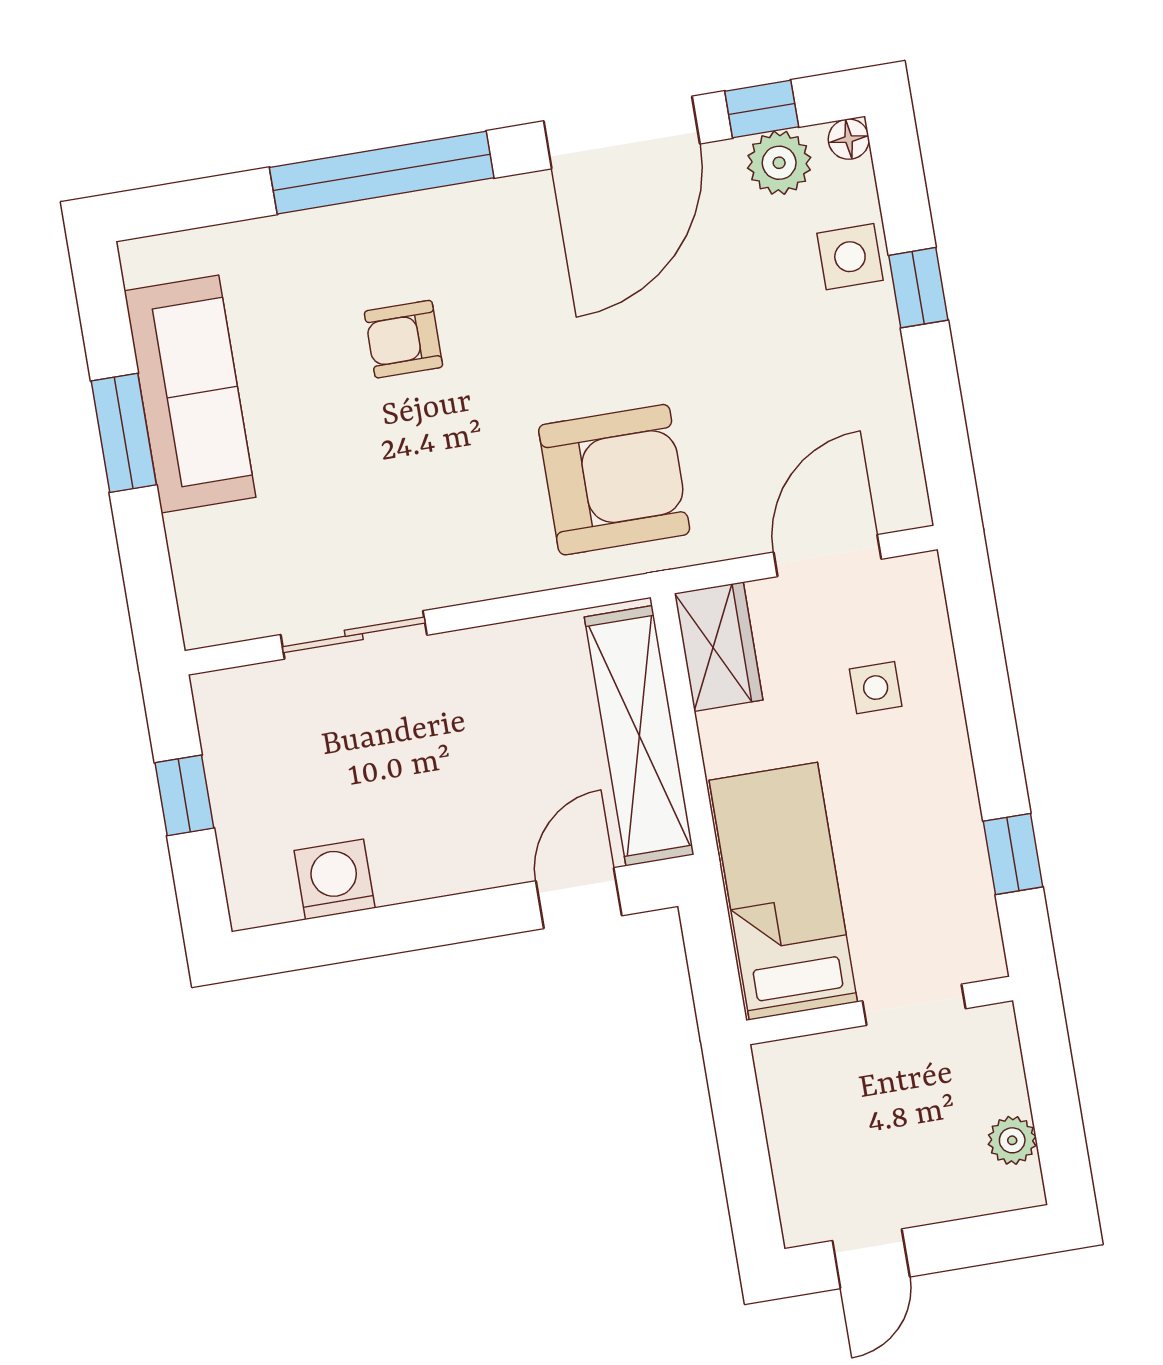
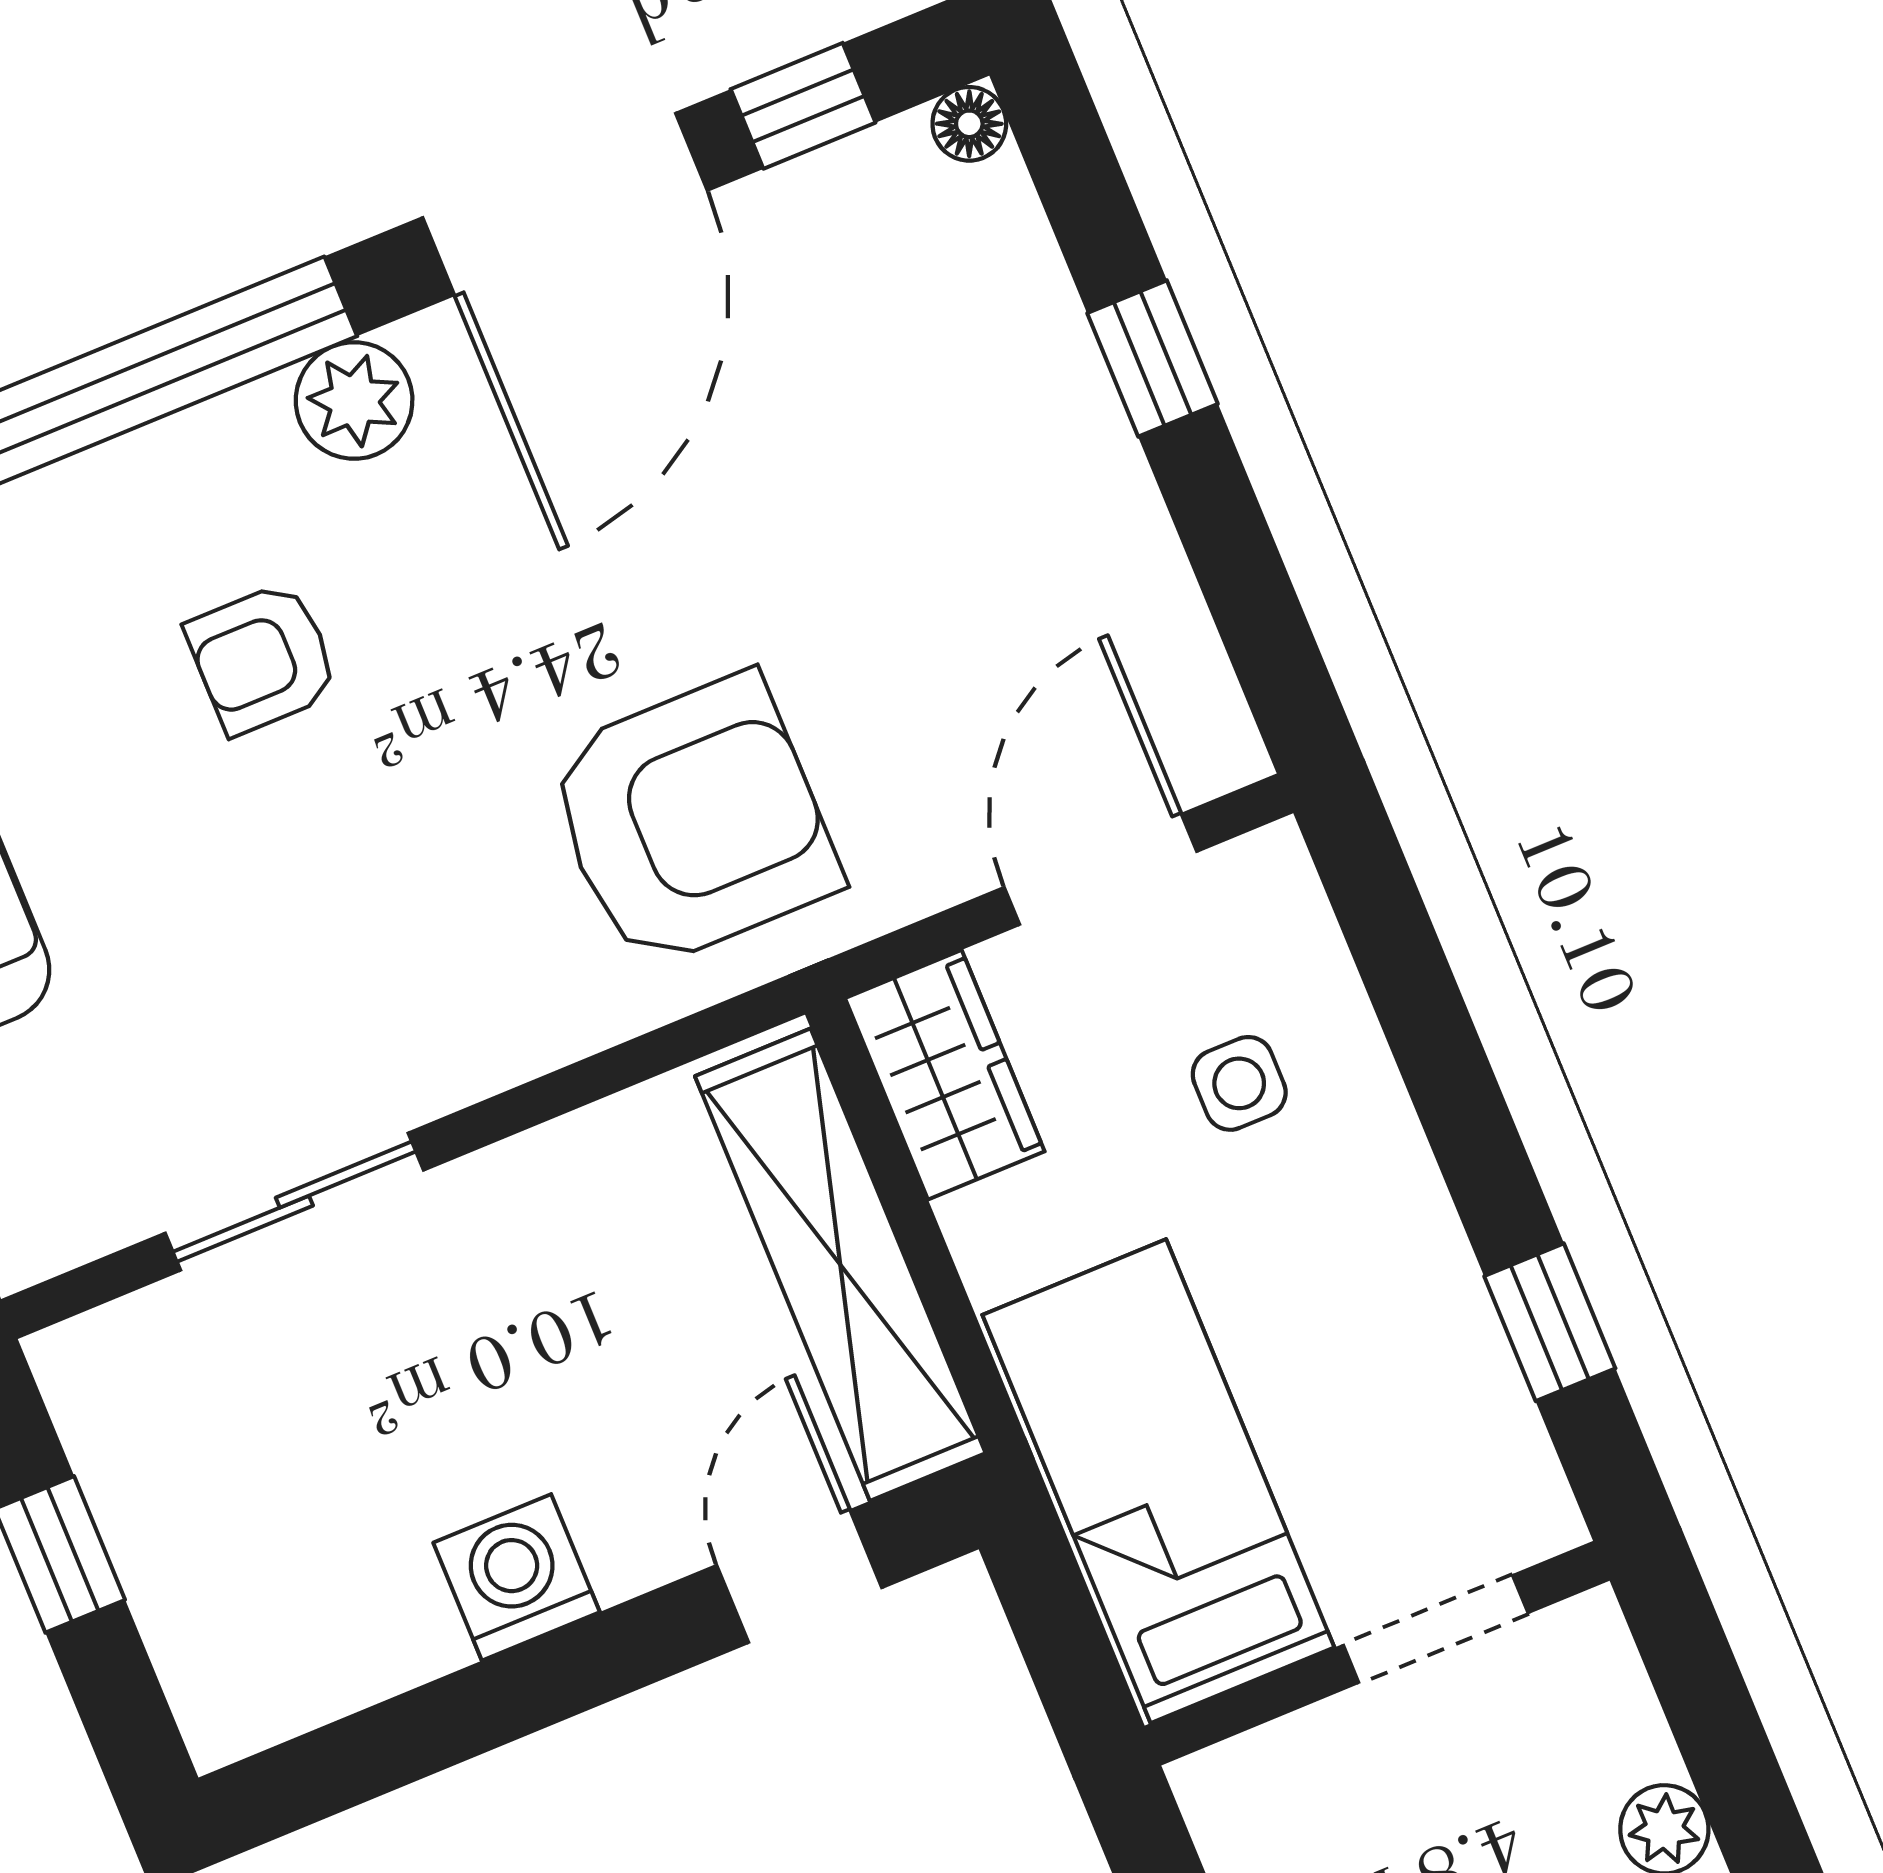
plant: (779, 163) -> (354, 401), moved
side table: (850, 257) -> (1019, 331), removed
washing machine: (335, 879) -> (516, 1577), moved

